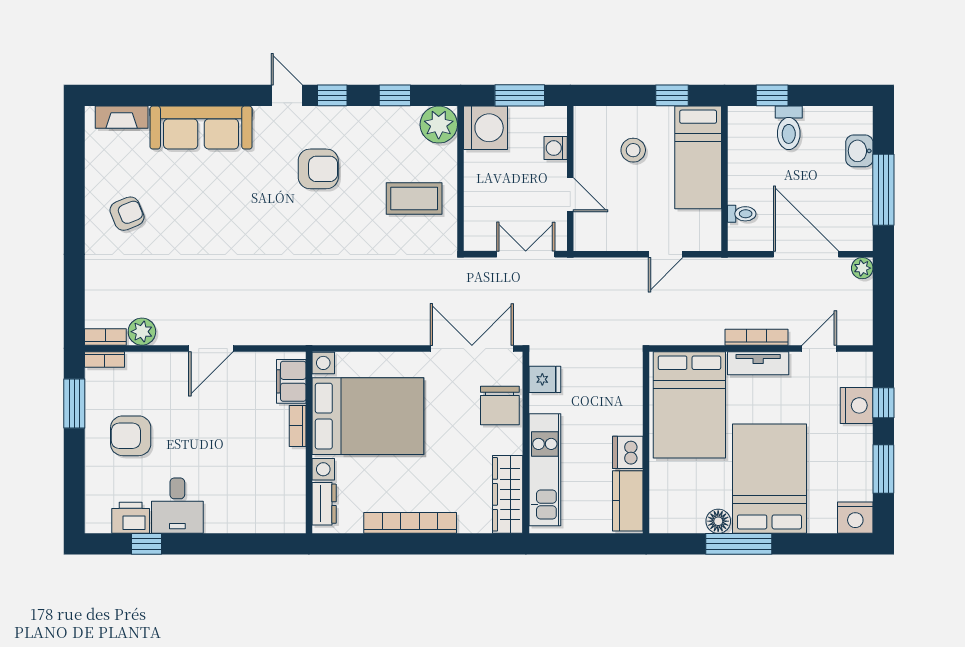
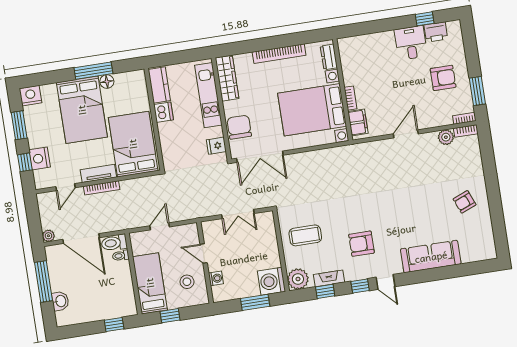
fireplace: (122, 117) -> (329, 278), moved
toilet: (789, 128) -> (114, 243), moved, turned -90
washing machine: (556, 148) -> (216, 278), moved
wall: (570, 179) -> (205, 263), moved
door: (570, 195) -> (204, 253), moved

